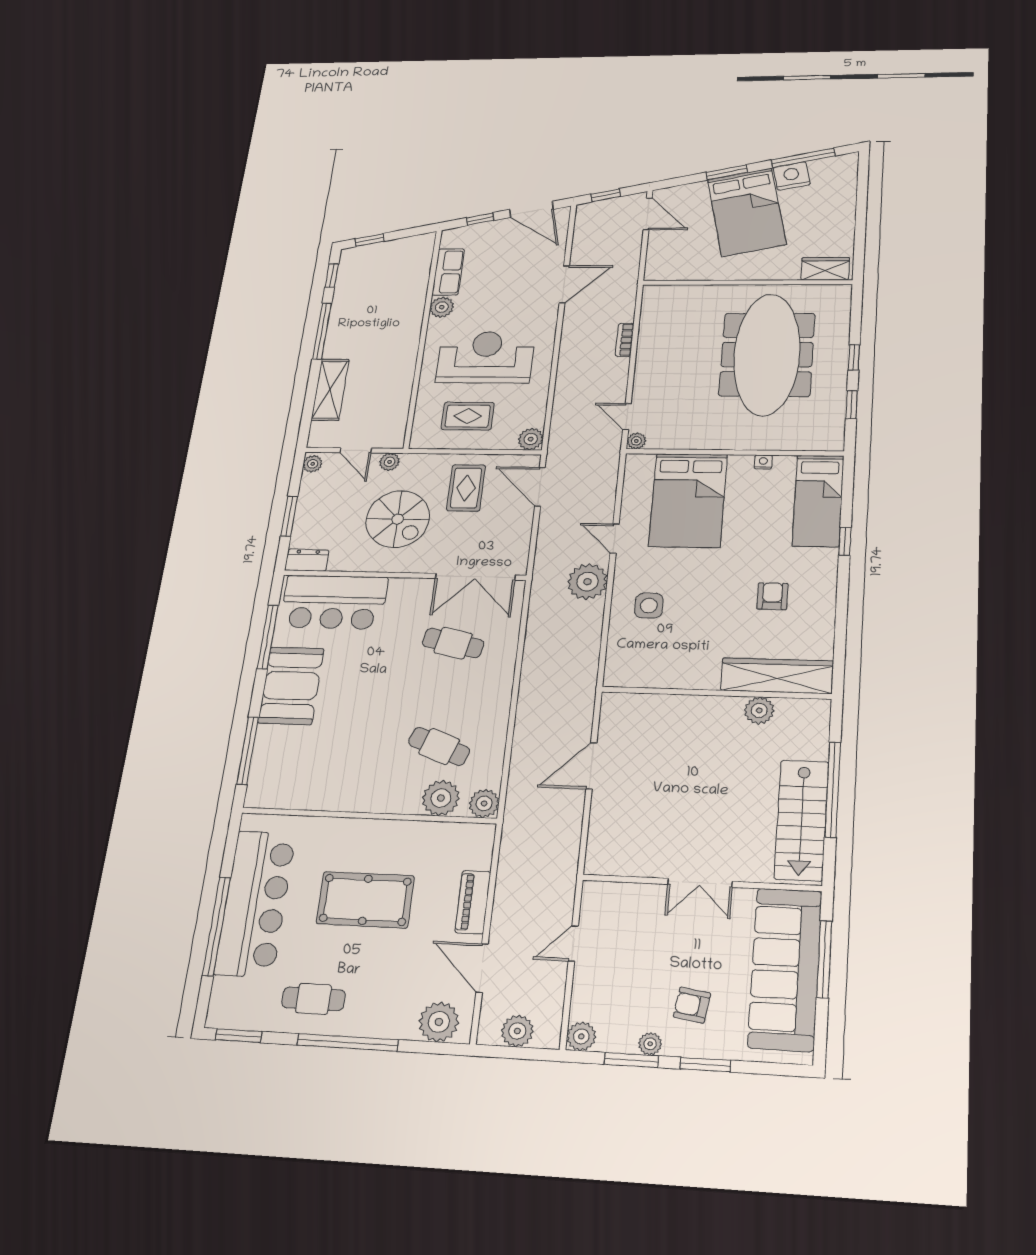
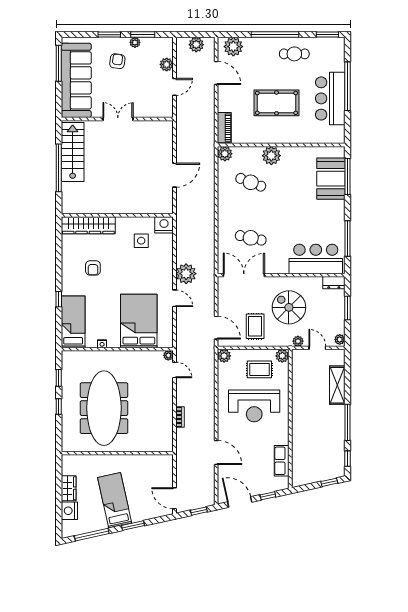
nightstand: (792, 176) -> (69, 511), moved, turned 102
bed: (747, 212) -> (115, 500), width x0.67
wardrobe: (825, 269) -> (69, 488), moved, turned -90
door: (564, 284) -> (216, 452), swing flipped
plant: (442, 307) -> (282, 356), moved
side table: (649, 606) -> (141, 241), moved
nightstand: (622, 672) -> (164, 225), added
booth: (291, 686) -> (331, 179), moved
plant: (759, 710) -> (96, 207), removed
plant: (441, 798) -> (271, 156), moved
piano: (473, 902) -> (224, 128), moved
bar counter: (255, 903) -> (330, 98), width x0.73
window: (824, 959) -> (59, 63), moved
armchair: (692, 1005) -> (117, 61), turned -92
plant: (581, 1036) -> (167, 64), moved

